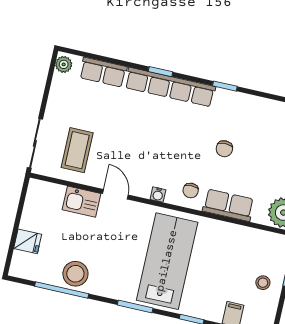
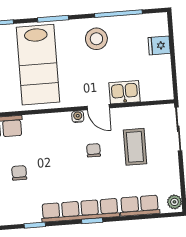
coffee table: (77, 150) -> (135, 147), moved
chair: (191, 190) -> (94, 150), moved
water cooler: (158, 195) -> (78, 117), moved
stool: (75, 274) -> (96, 39), moved

